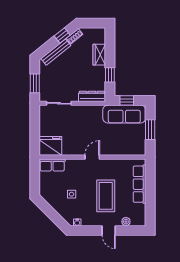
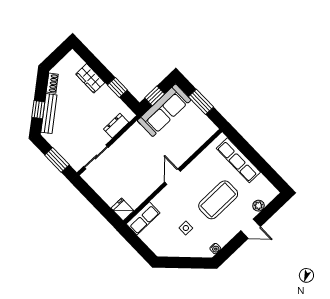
window: (62, 36) -> (38, 110), moved
dresser: (92, 96) -> (116, 126), width x0.70
fridge: (50, 146) -> (122, 209), width x0.53, depth x0.75
coffee table: (106, 196) -> (218, 200), turned 90

